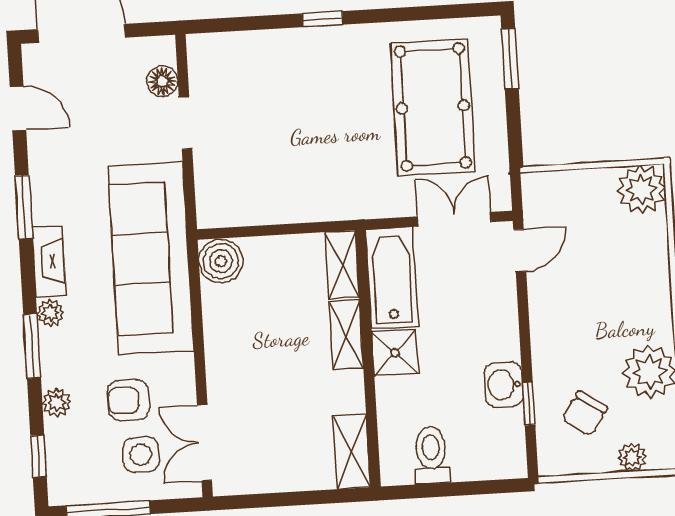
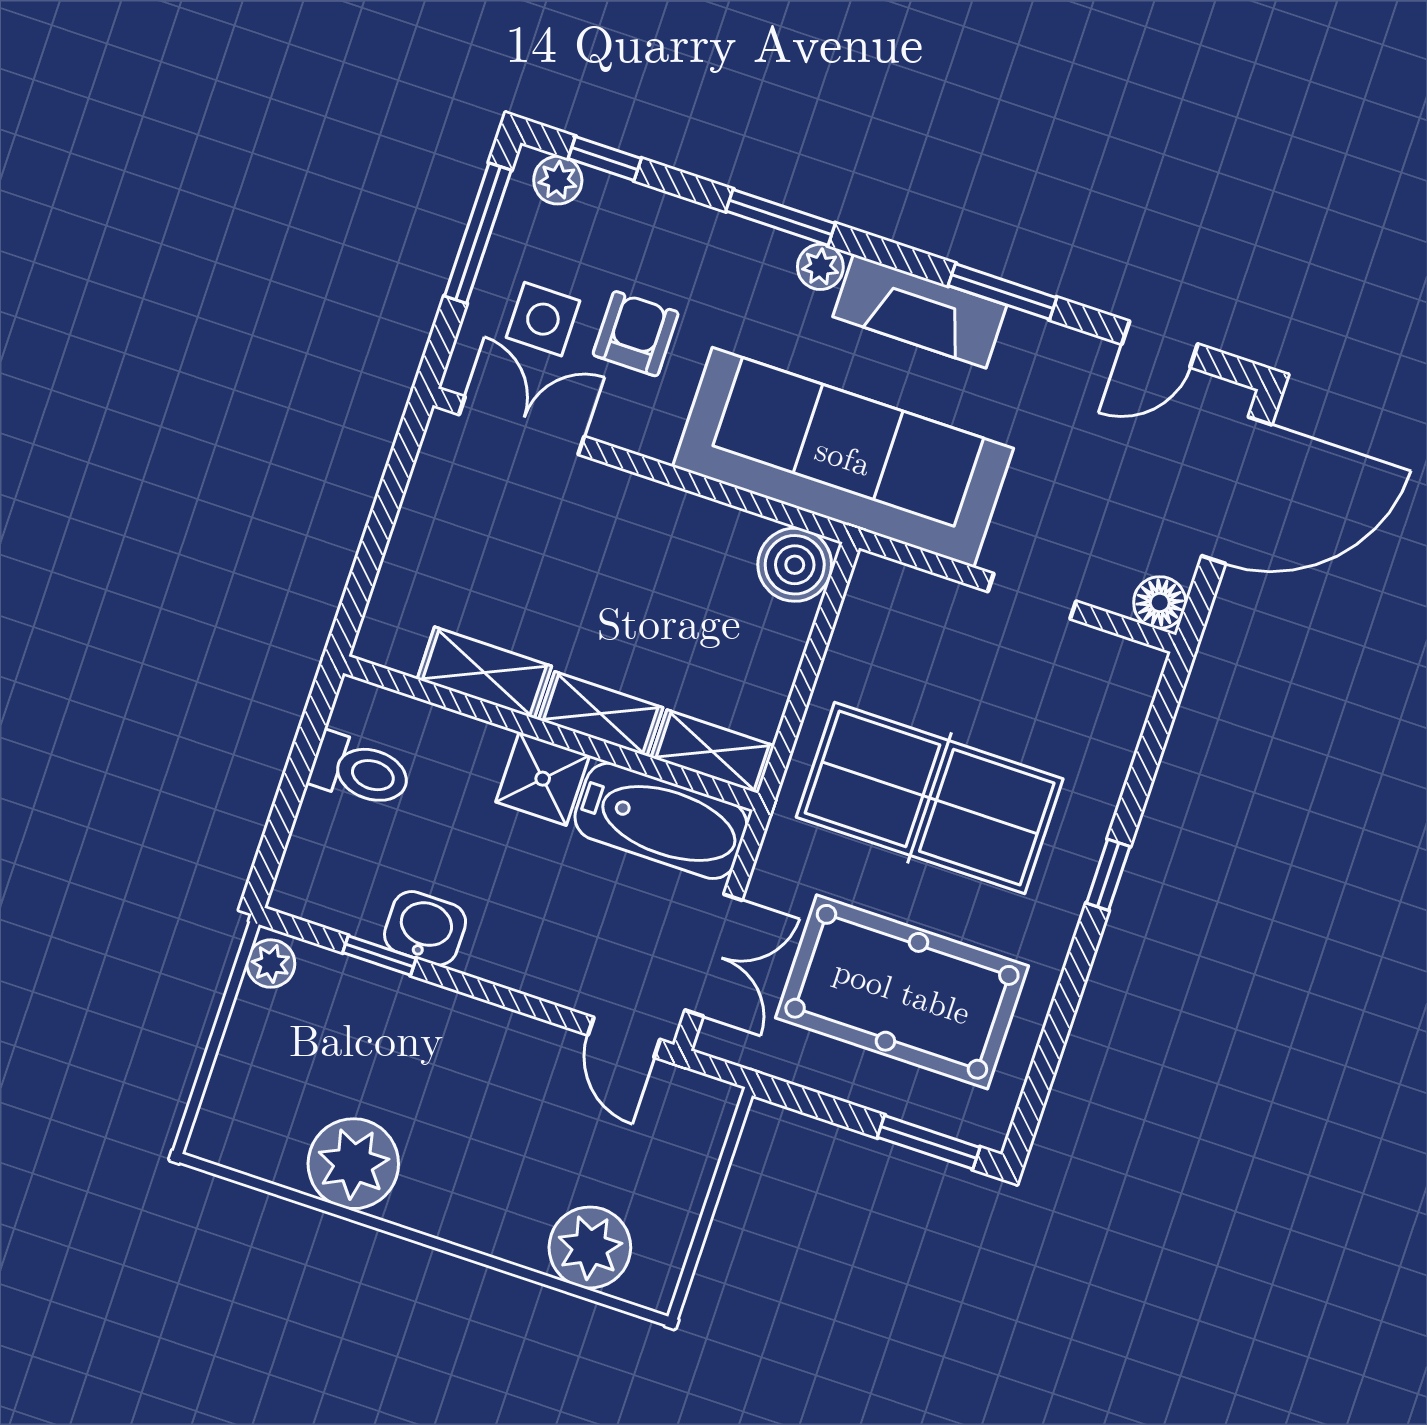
floor lamp: (162, 81) -> (1160, 602), moved
table tennis table: (320, 135) -> (930, 798), added
plant: (641, 189) -> (590, 1247), moved
fireplace: (49, 262) -> (920, 311), width x1.37, depth x1.32
plant: (57, 402) -> (558, 180), moved
chair: (585, 414) -> (329, 1037), removed
shelving: (352, 452) -> (484, 673), moved
plant: (632, 457) -> (271, 964), moved

